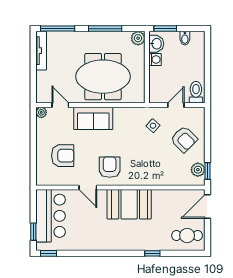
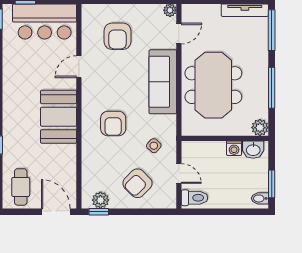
window: (165, 29) -> (272, 184), moved
bidet: (185, 38) -> (260, 198), moved
sofa: (93, 118) -> (163, 82), width x1.36
armchair: (110, 167) -> (113, 124), moved, turned 90

